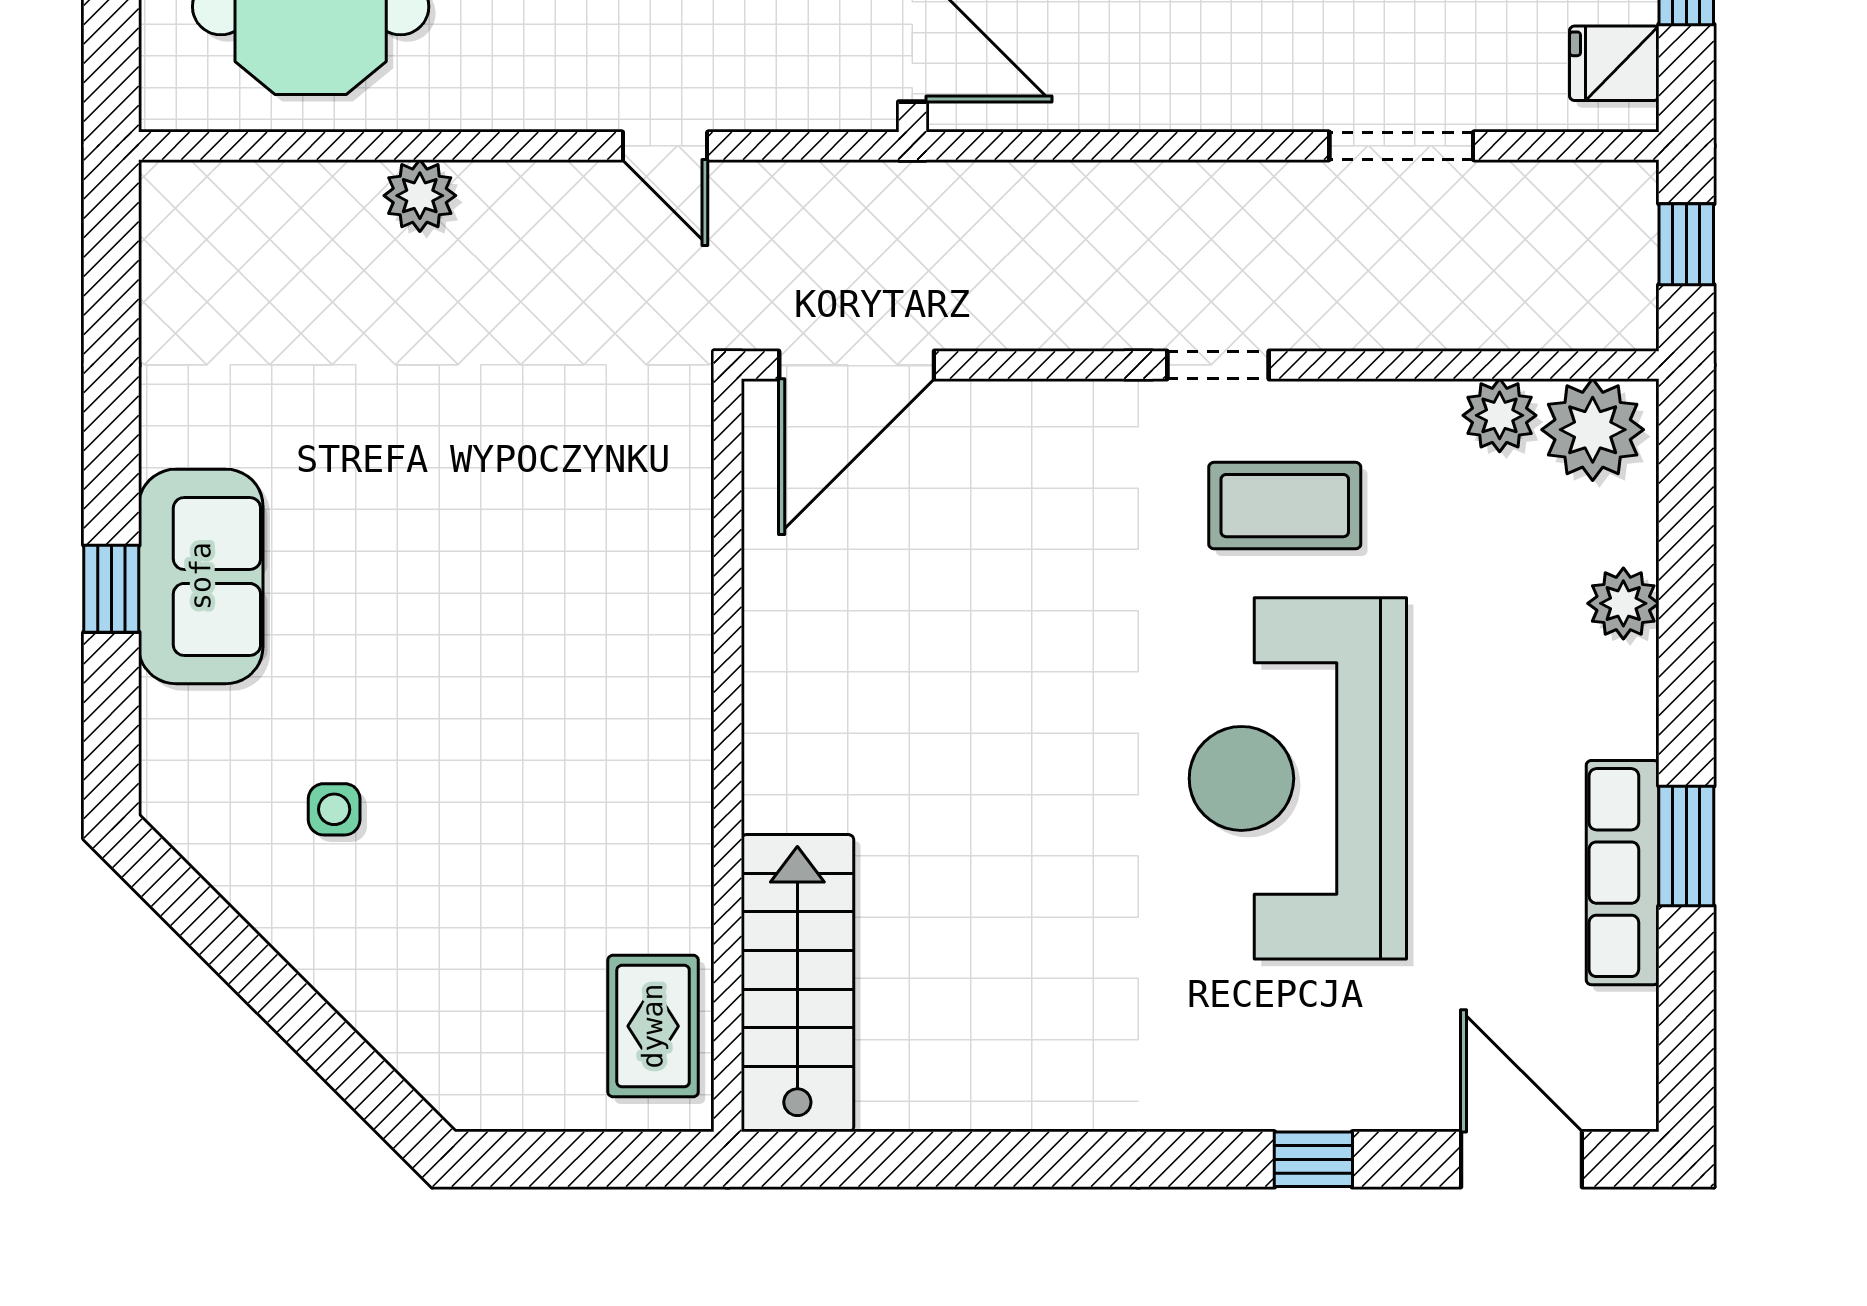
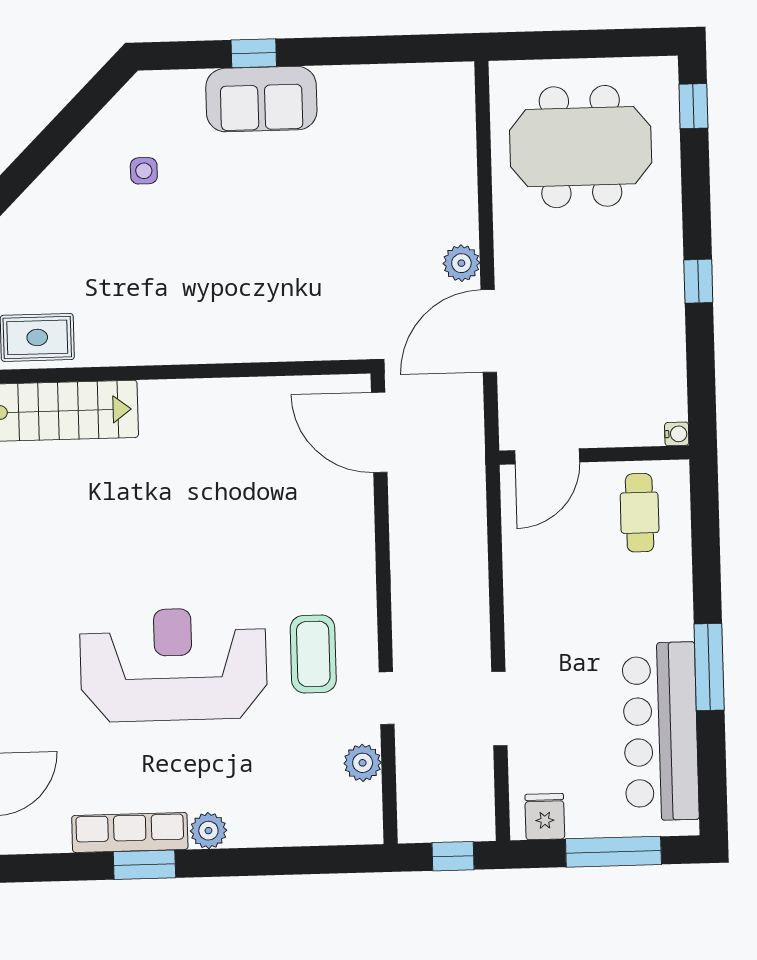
door: (665, 146) -> (489, 331), width x1.88
plant: (420, 196) -> (461, 263), moved
doorway: (1218, 365) -> (387, 698), moved
plant: (1593, 430) -> (357, 811), removed
plant: (1623, 603) -> (208, 831), moved

